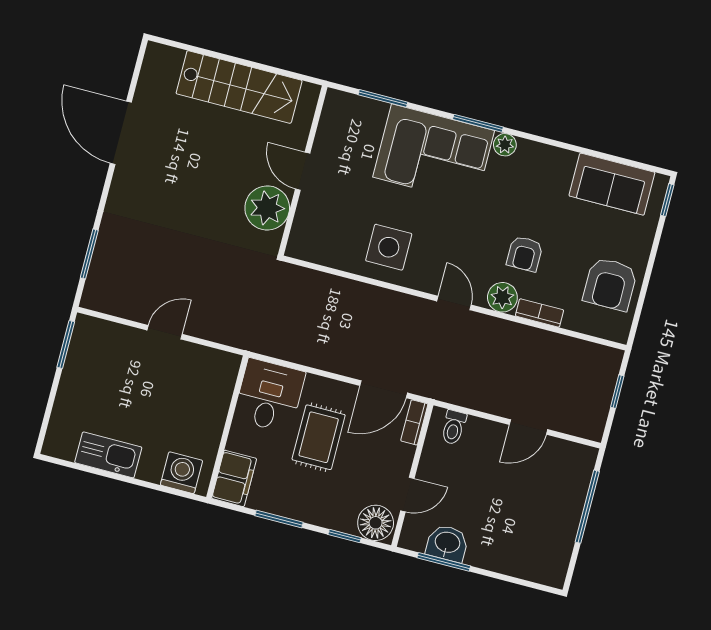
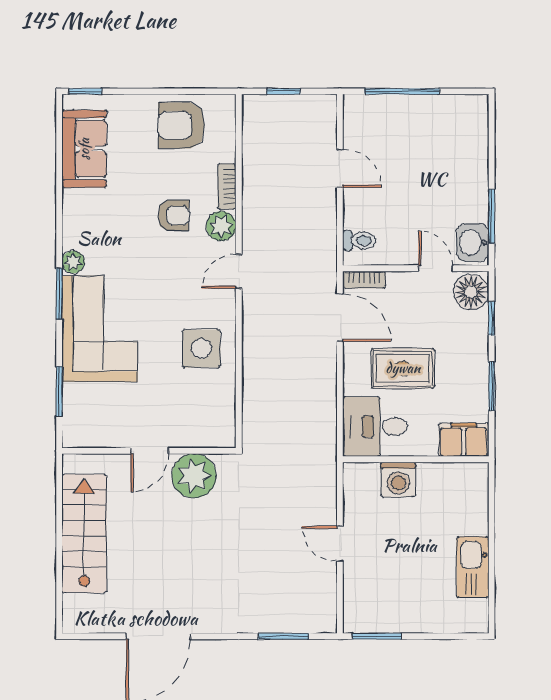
armchair: (610, 284) -> (181, 125), turned 180
washing machine: (181, 473) -> (398, 479), moved, turned -90
washbasin: (447, 543) -> (473, 242), moved

